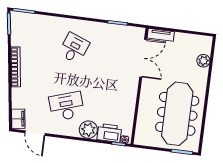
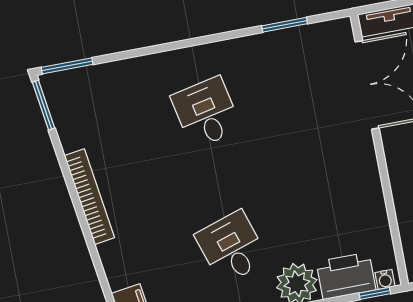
desk: (74, 48) -> (206, 113), turned -33
desk: (67, 106) -> (232, 247), width x0.73

